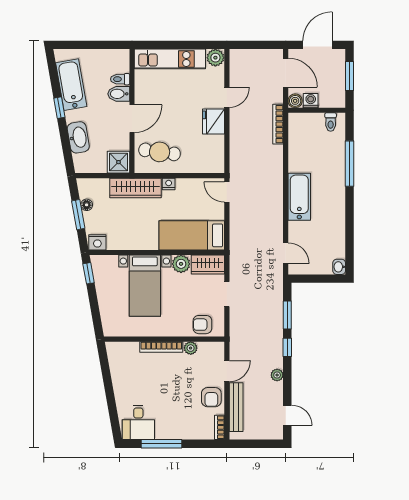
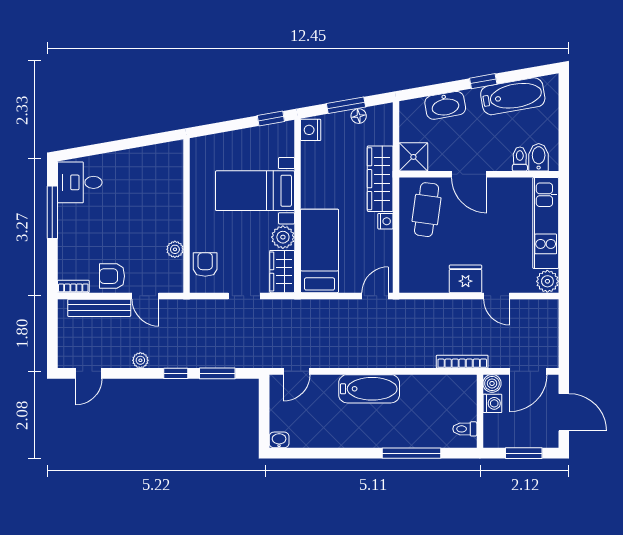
bidet: (119, 94) -> (539, 157), moved
bookcase: (161, 347) -> (176, 212), removed

